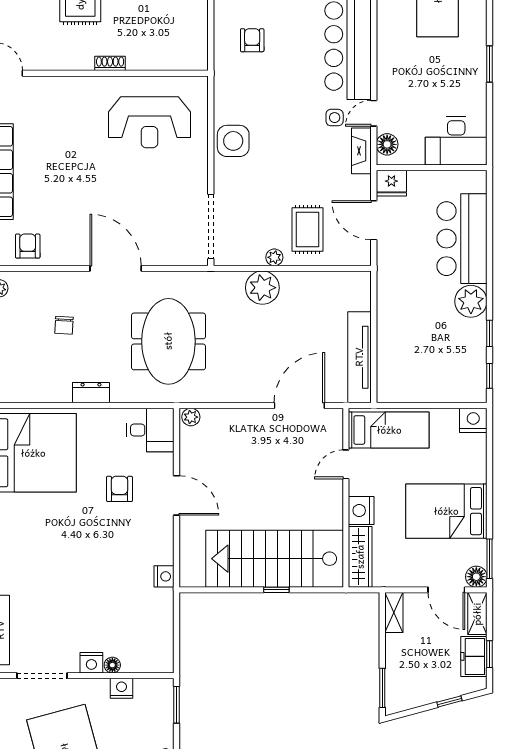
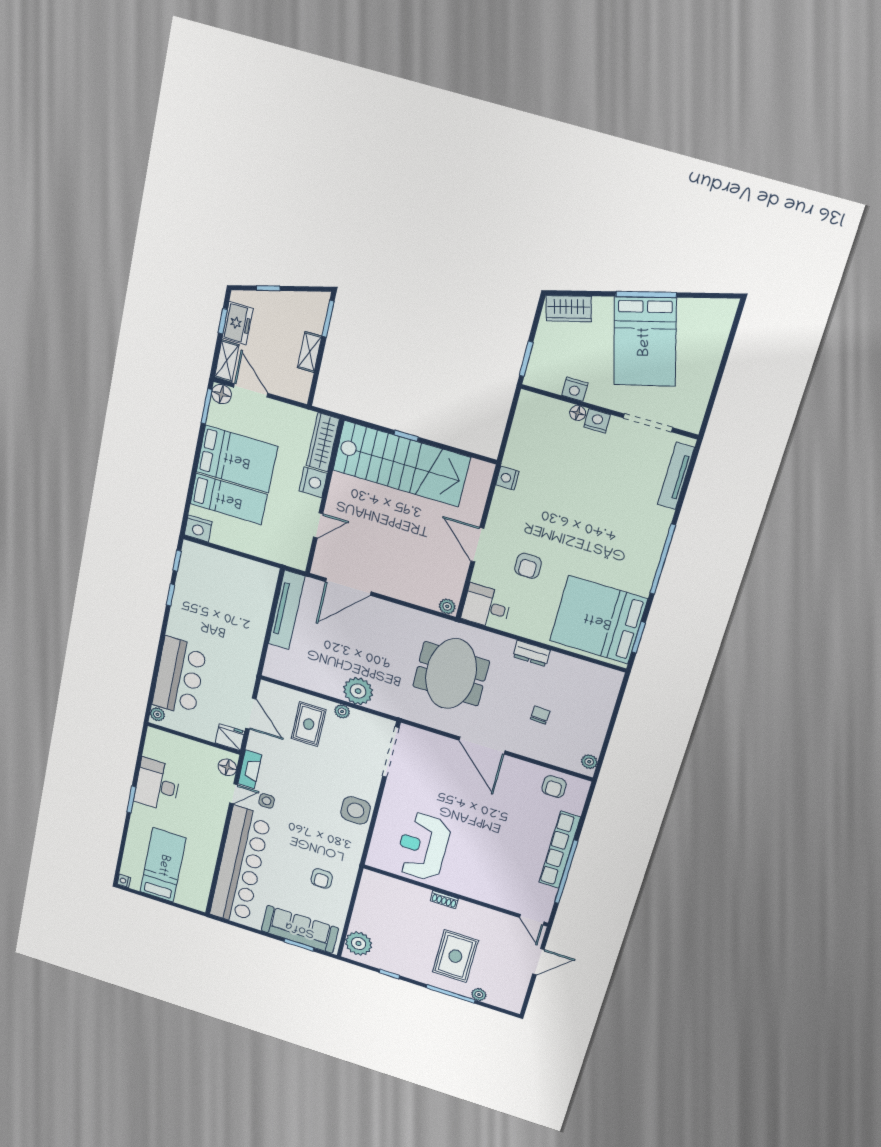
reception desk: (149, 122) -> (423, 846), turned -90
desk: (456, 141) -> (157, 785), moved, turned -90
plant: (471, 301) -> (157, 714), moved, width x0.53, depth x0.53
bed: (389, 430) -> (229, 499), moved, turned 180
shelving: (394, 613) -> (310, 352), moved

